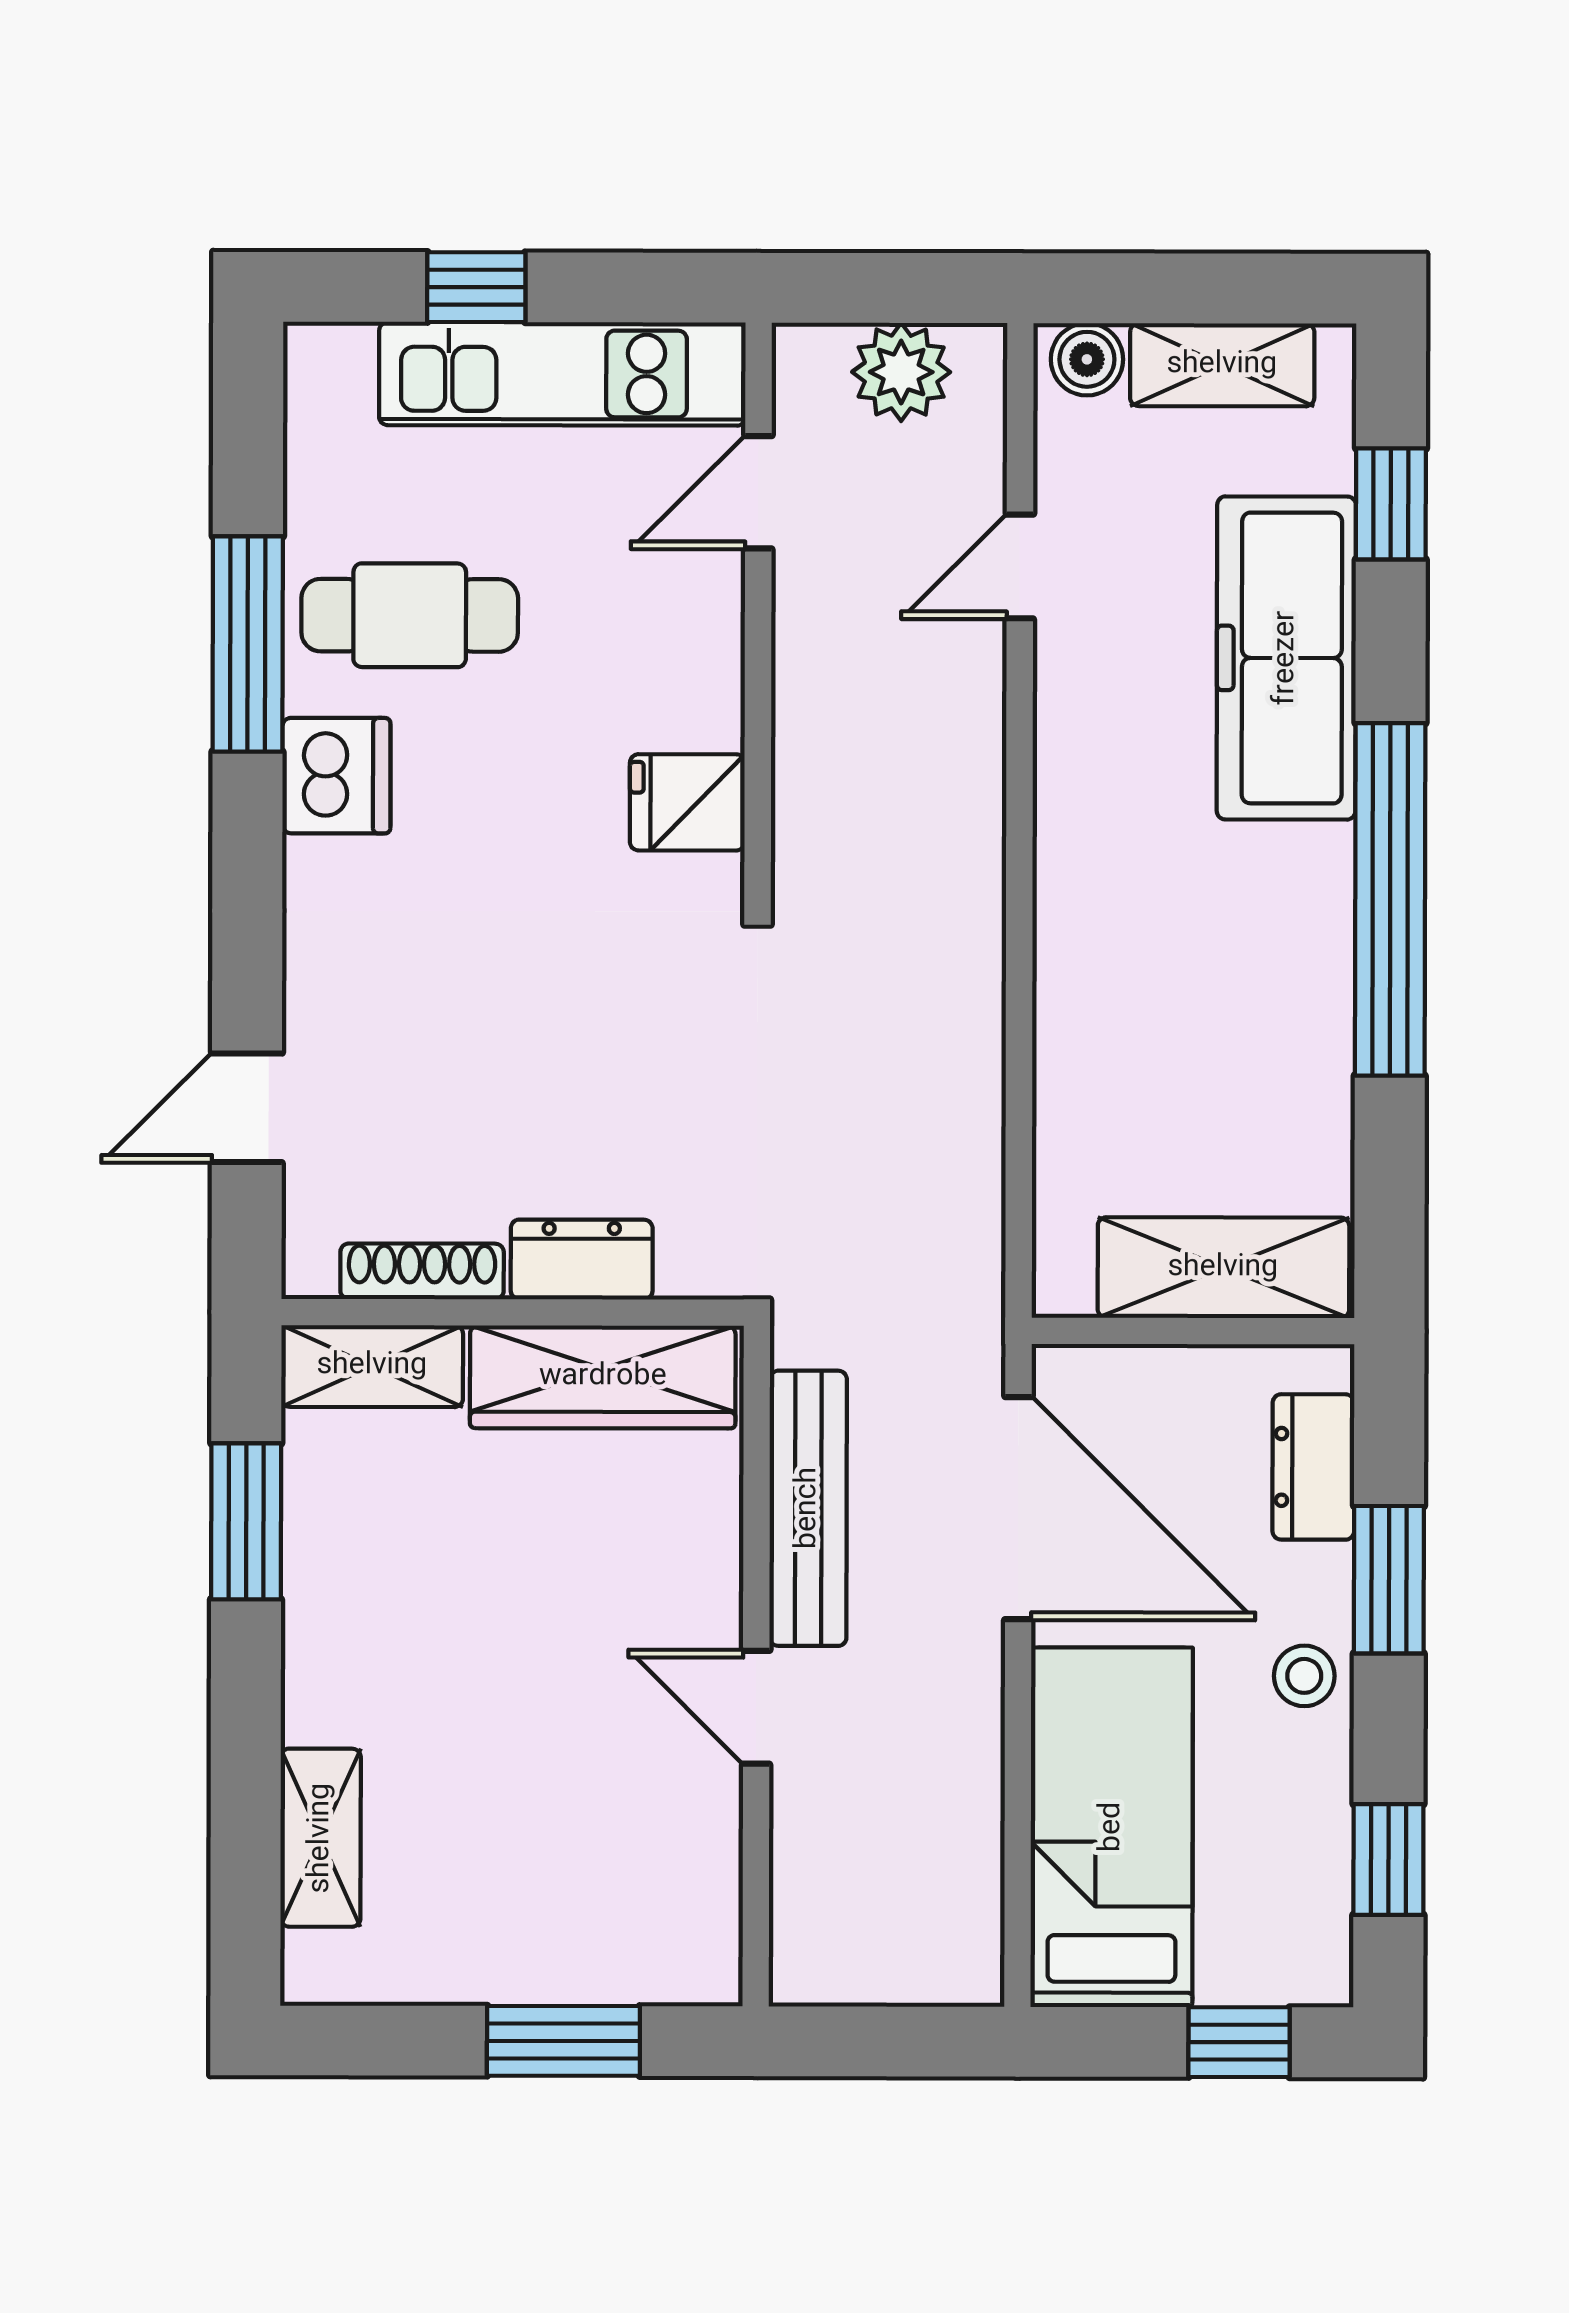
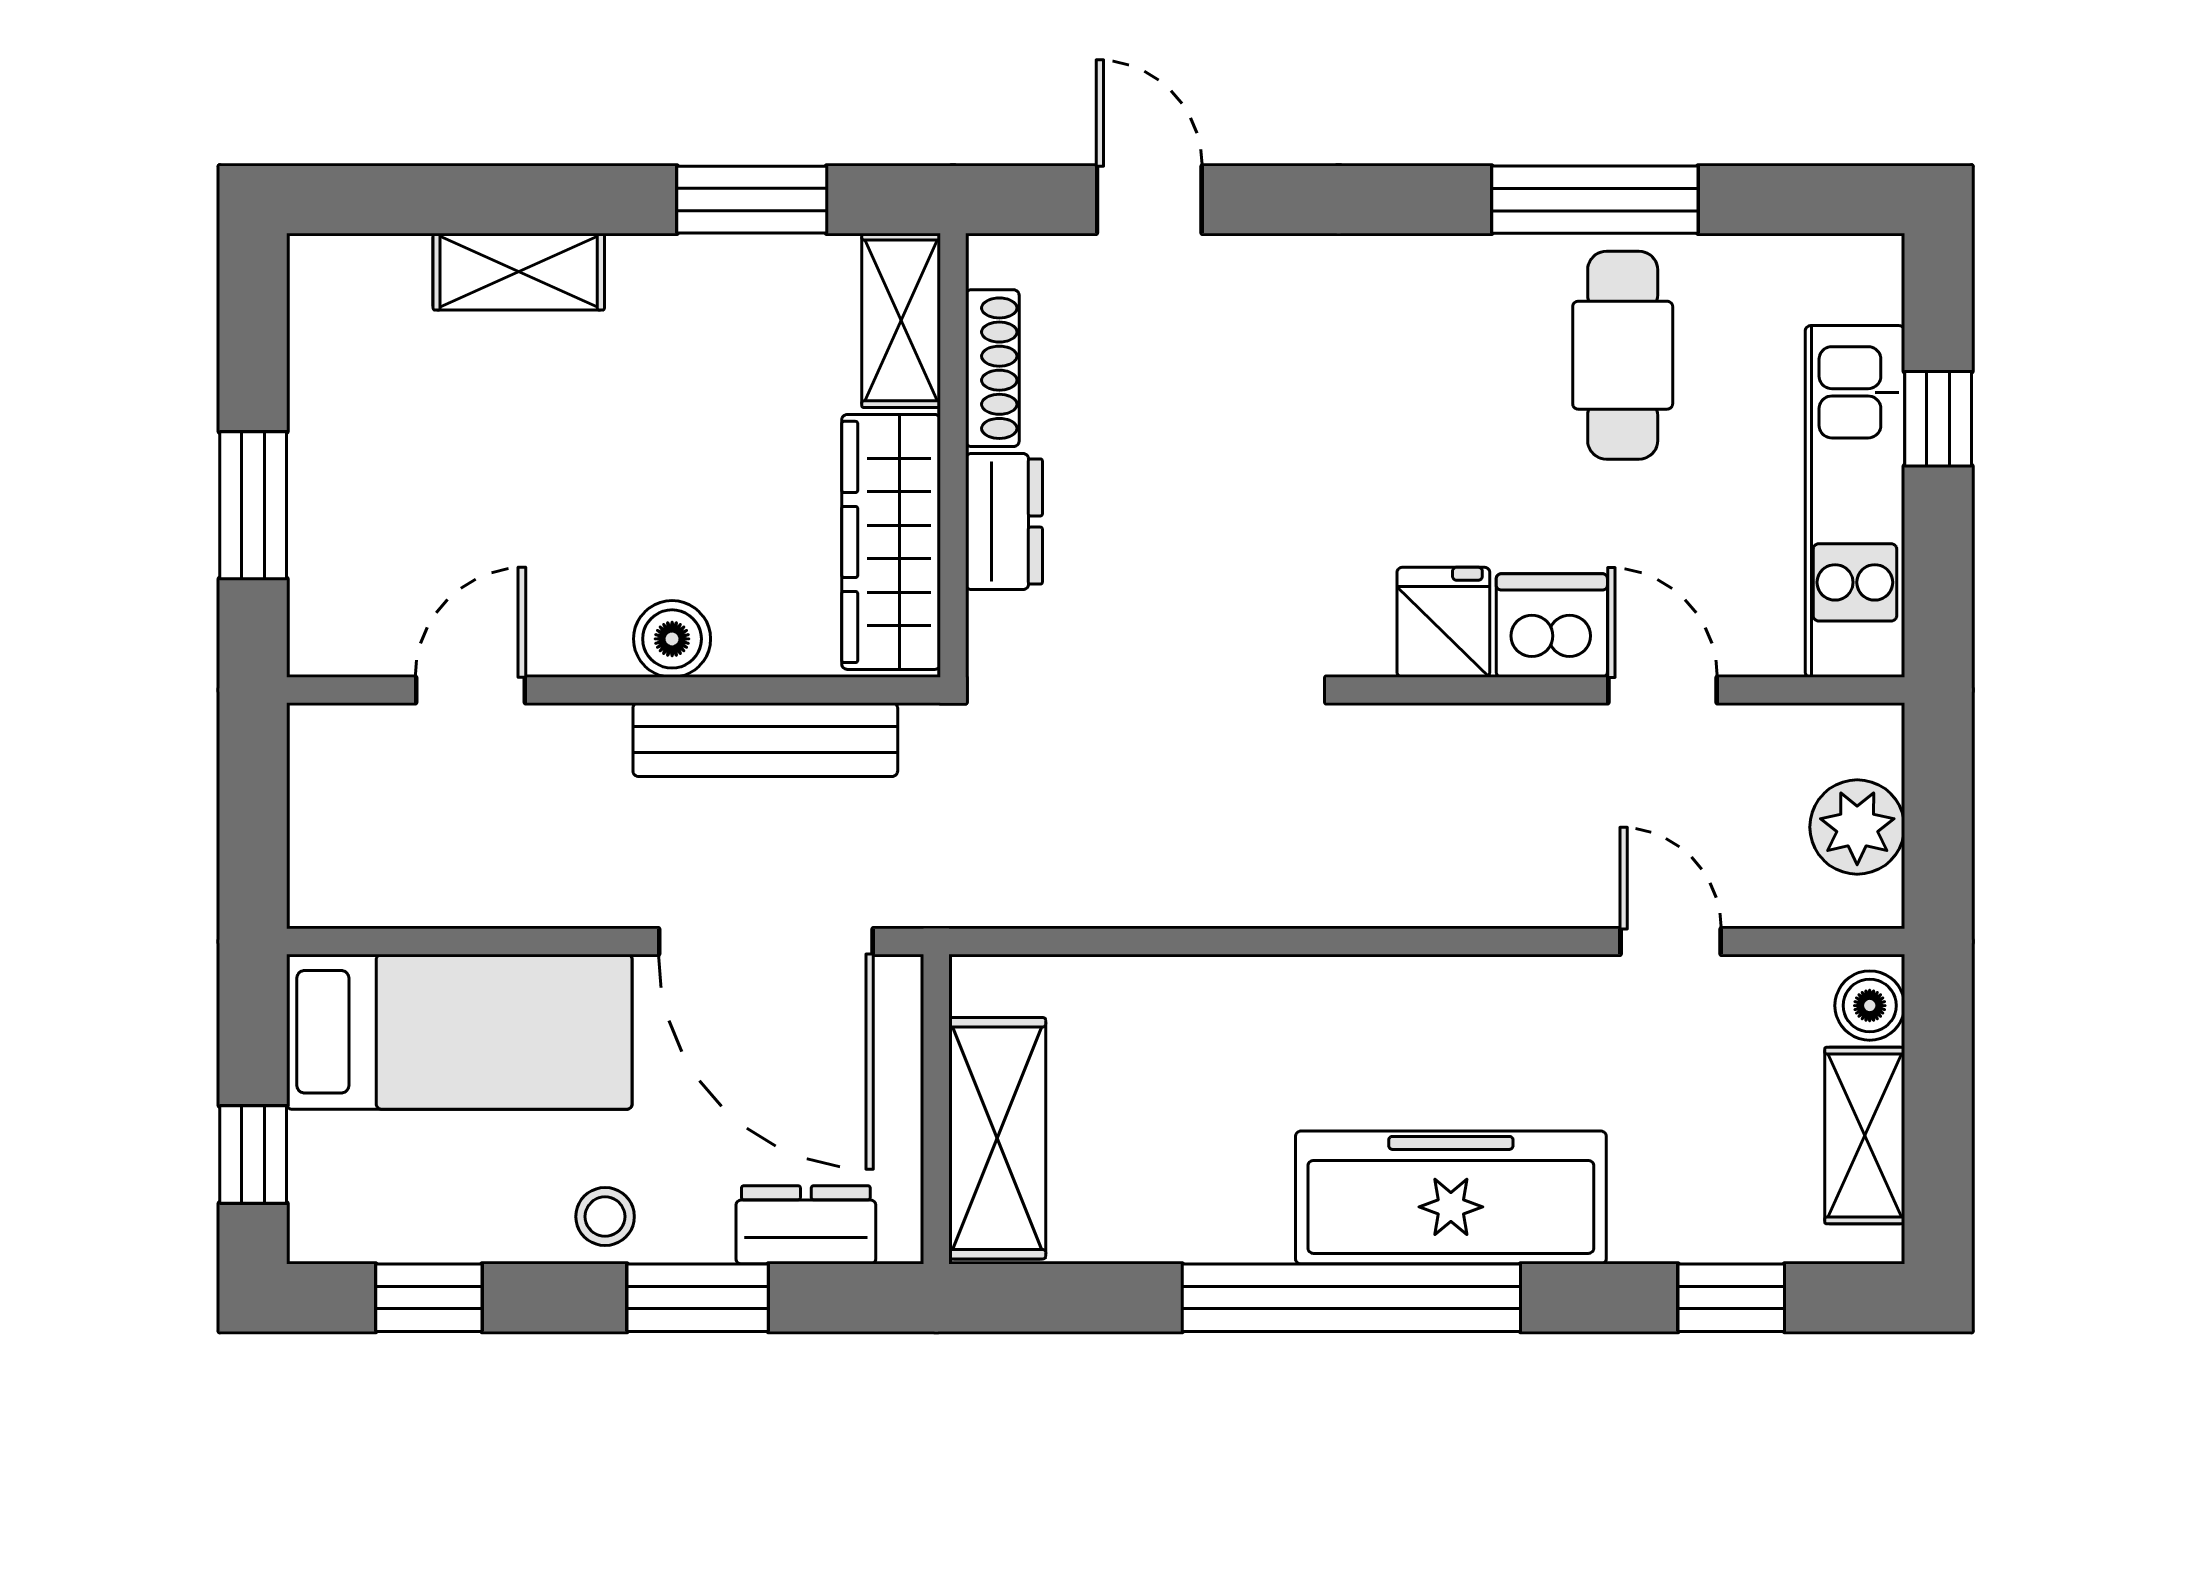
door: (758, 492) -> (1662, 690), moved
freezer: (1286, 658) -> (1451, 1198), moved
dishwasher: (336, 776) -> (1552, 626), moved, turned 180
door: (1018, 1508) -> (766, 941), hinge flipped
boiler: (703, 1605) -> (672, 639), added
door: (756, 1707) -> (470, 690), moved
shelving: (321, 1838) -> (519, 272), moved

